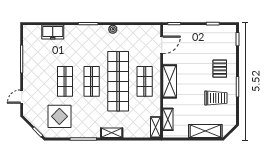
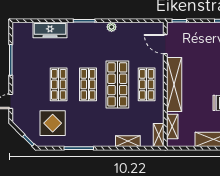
freezer: (53, 32) -> (50, 30), width x1.40
door: (162, 45) -> (165, 44), swing flipped
shop shelf: (118, 81) -> (117, 84), width x0.71
shelving: (170, 81) -> (174, 85), width x1.47
shelving: (112, 133) -> (128, 141), moved

